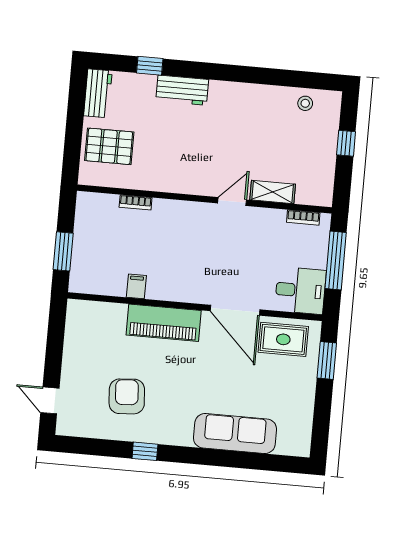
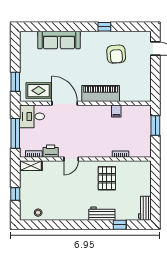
pallet: (109, 146) -> (107, 178), moved, turned 90
shelving: (273, 192) -> (31, 166), moved
printer: (270, 220) -> (51, 151), added

